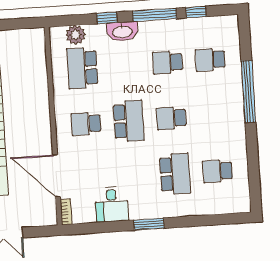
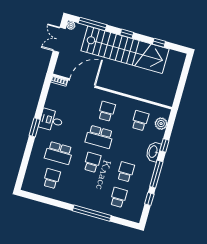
school desk: (82, 68) -> (140, 121), width x0.54
desk: (112, 204) -> (51, 120), moved

